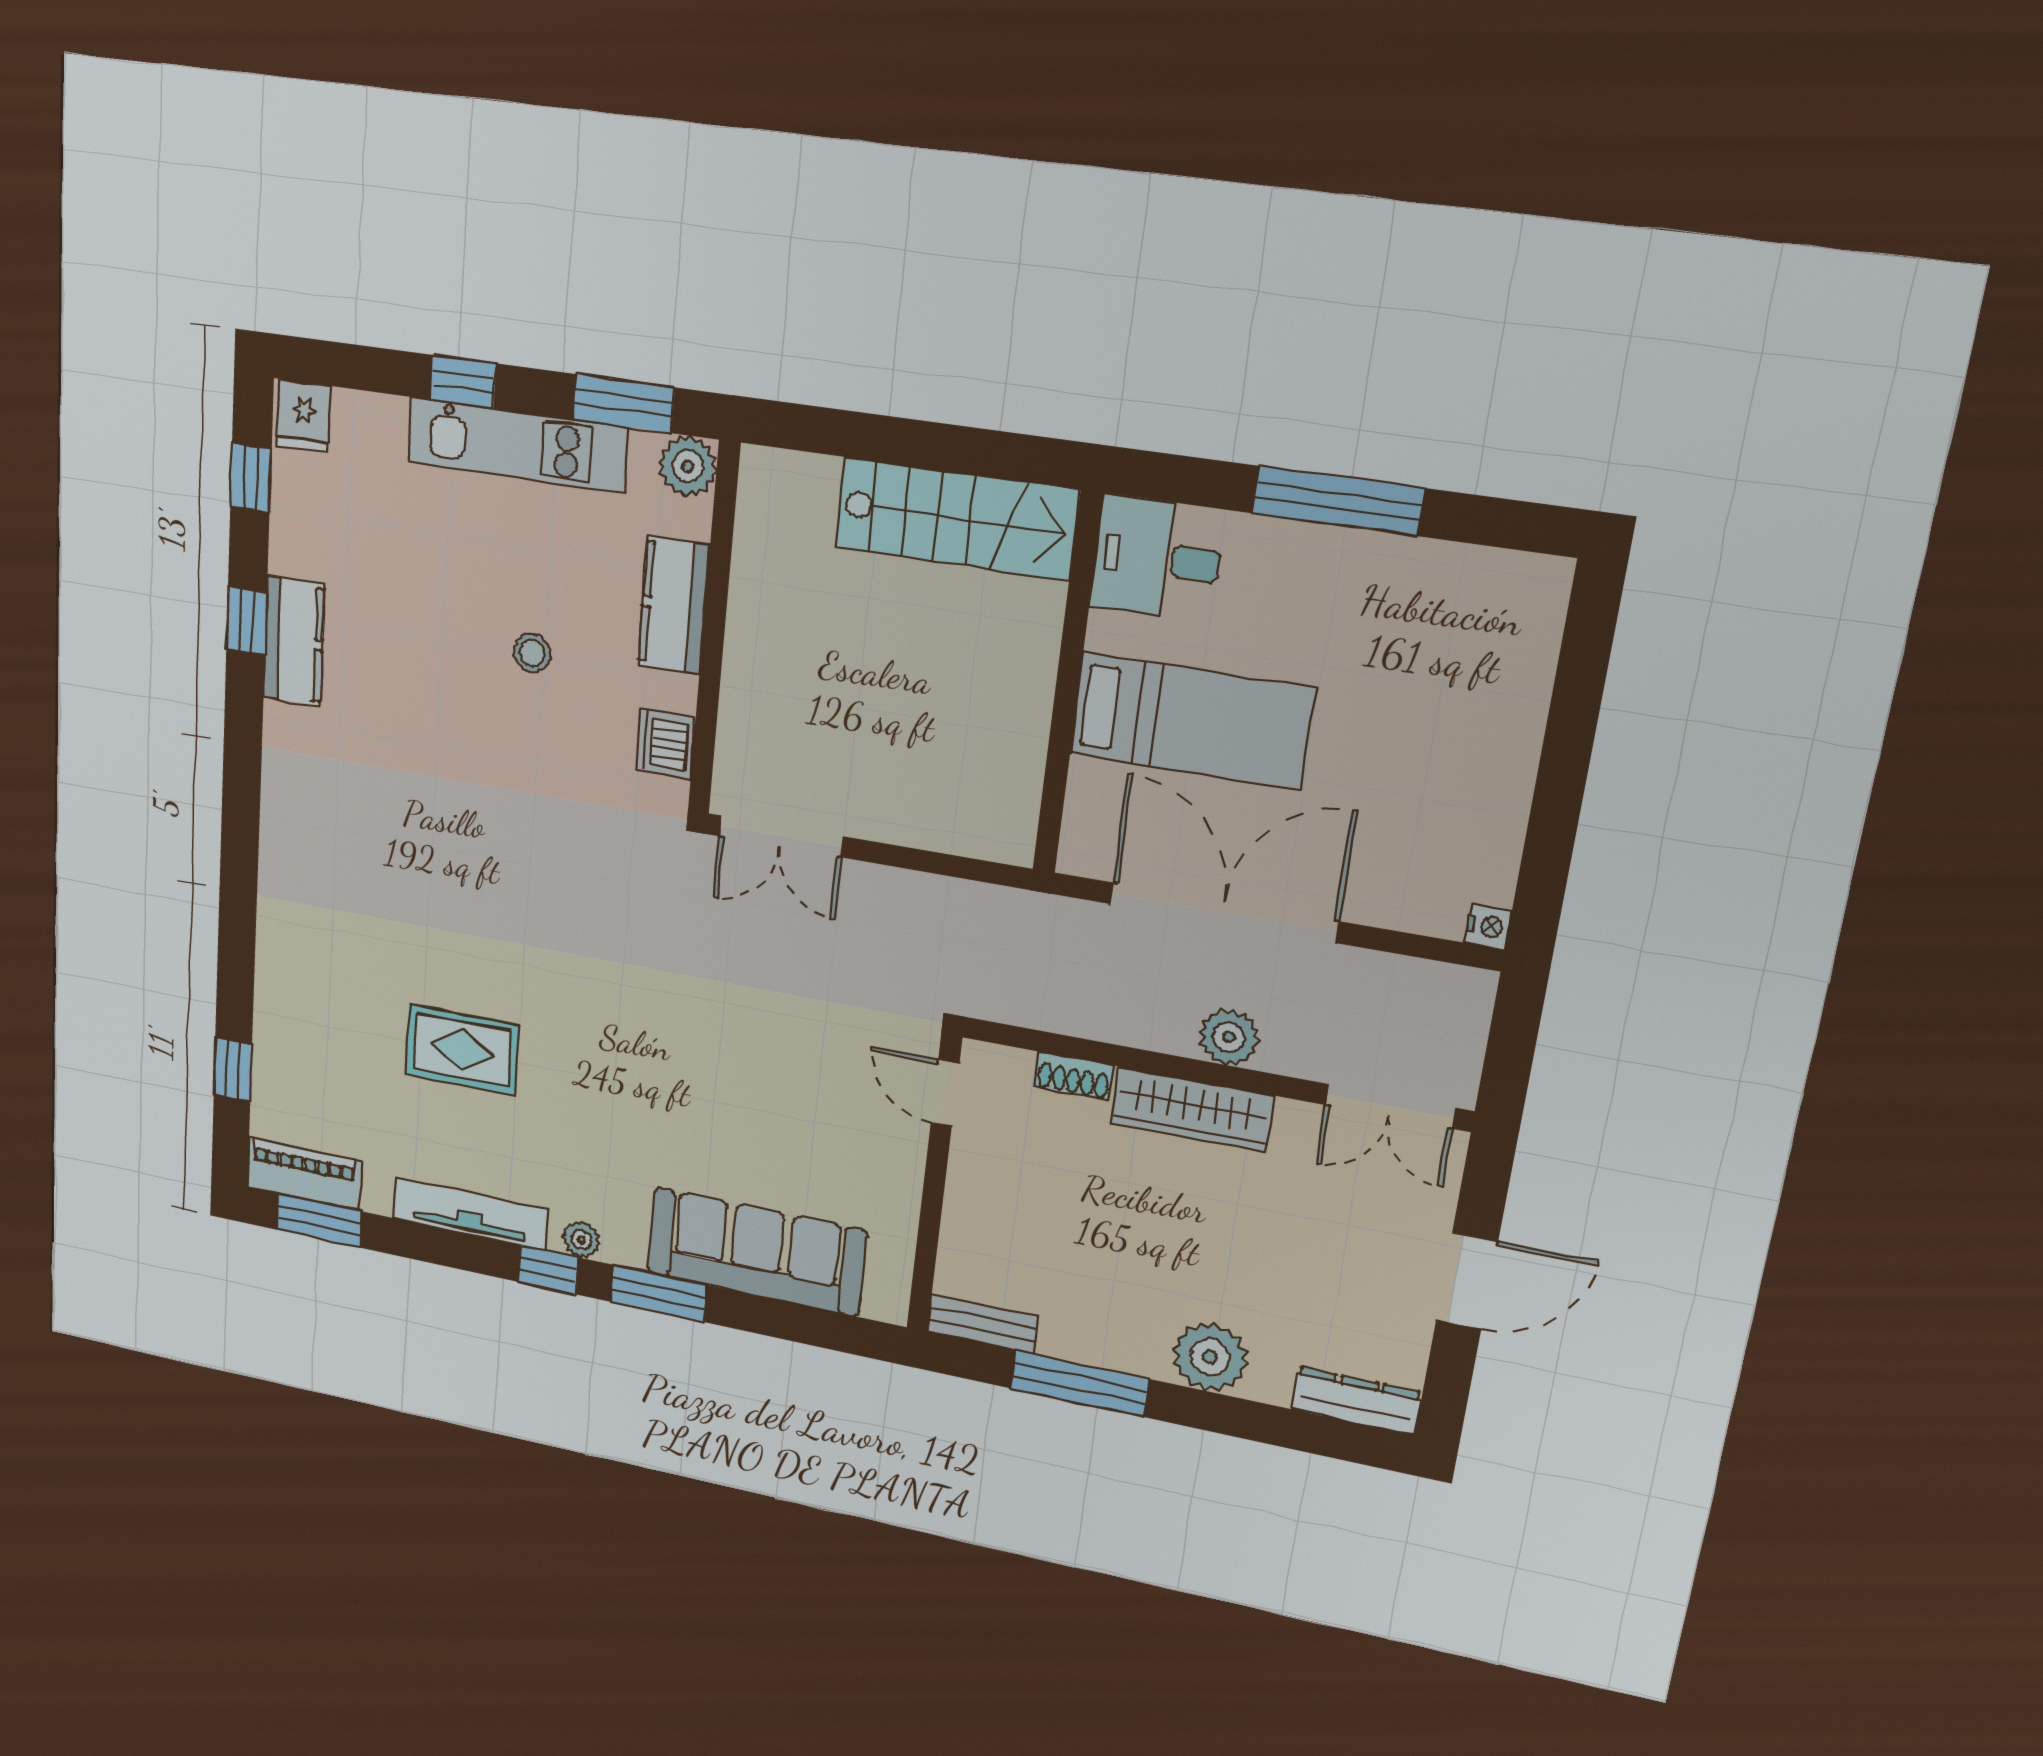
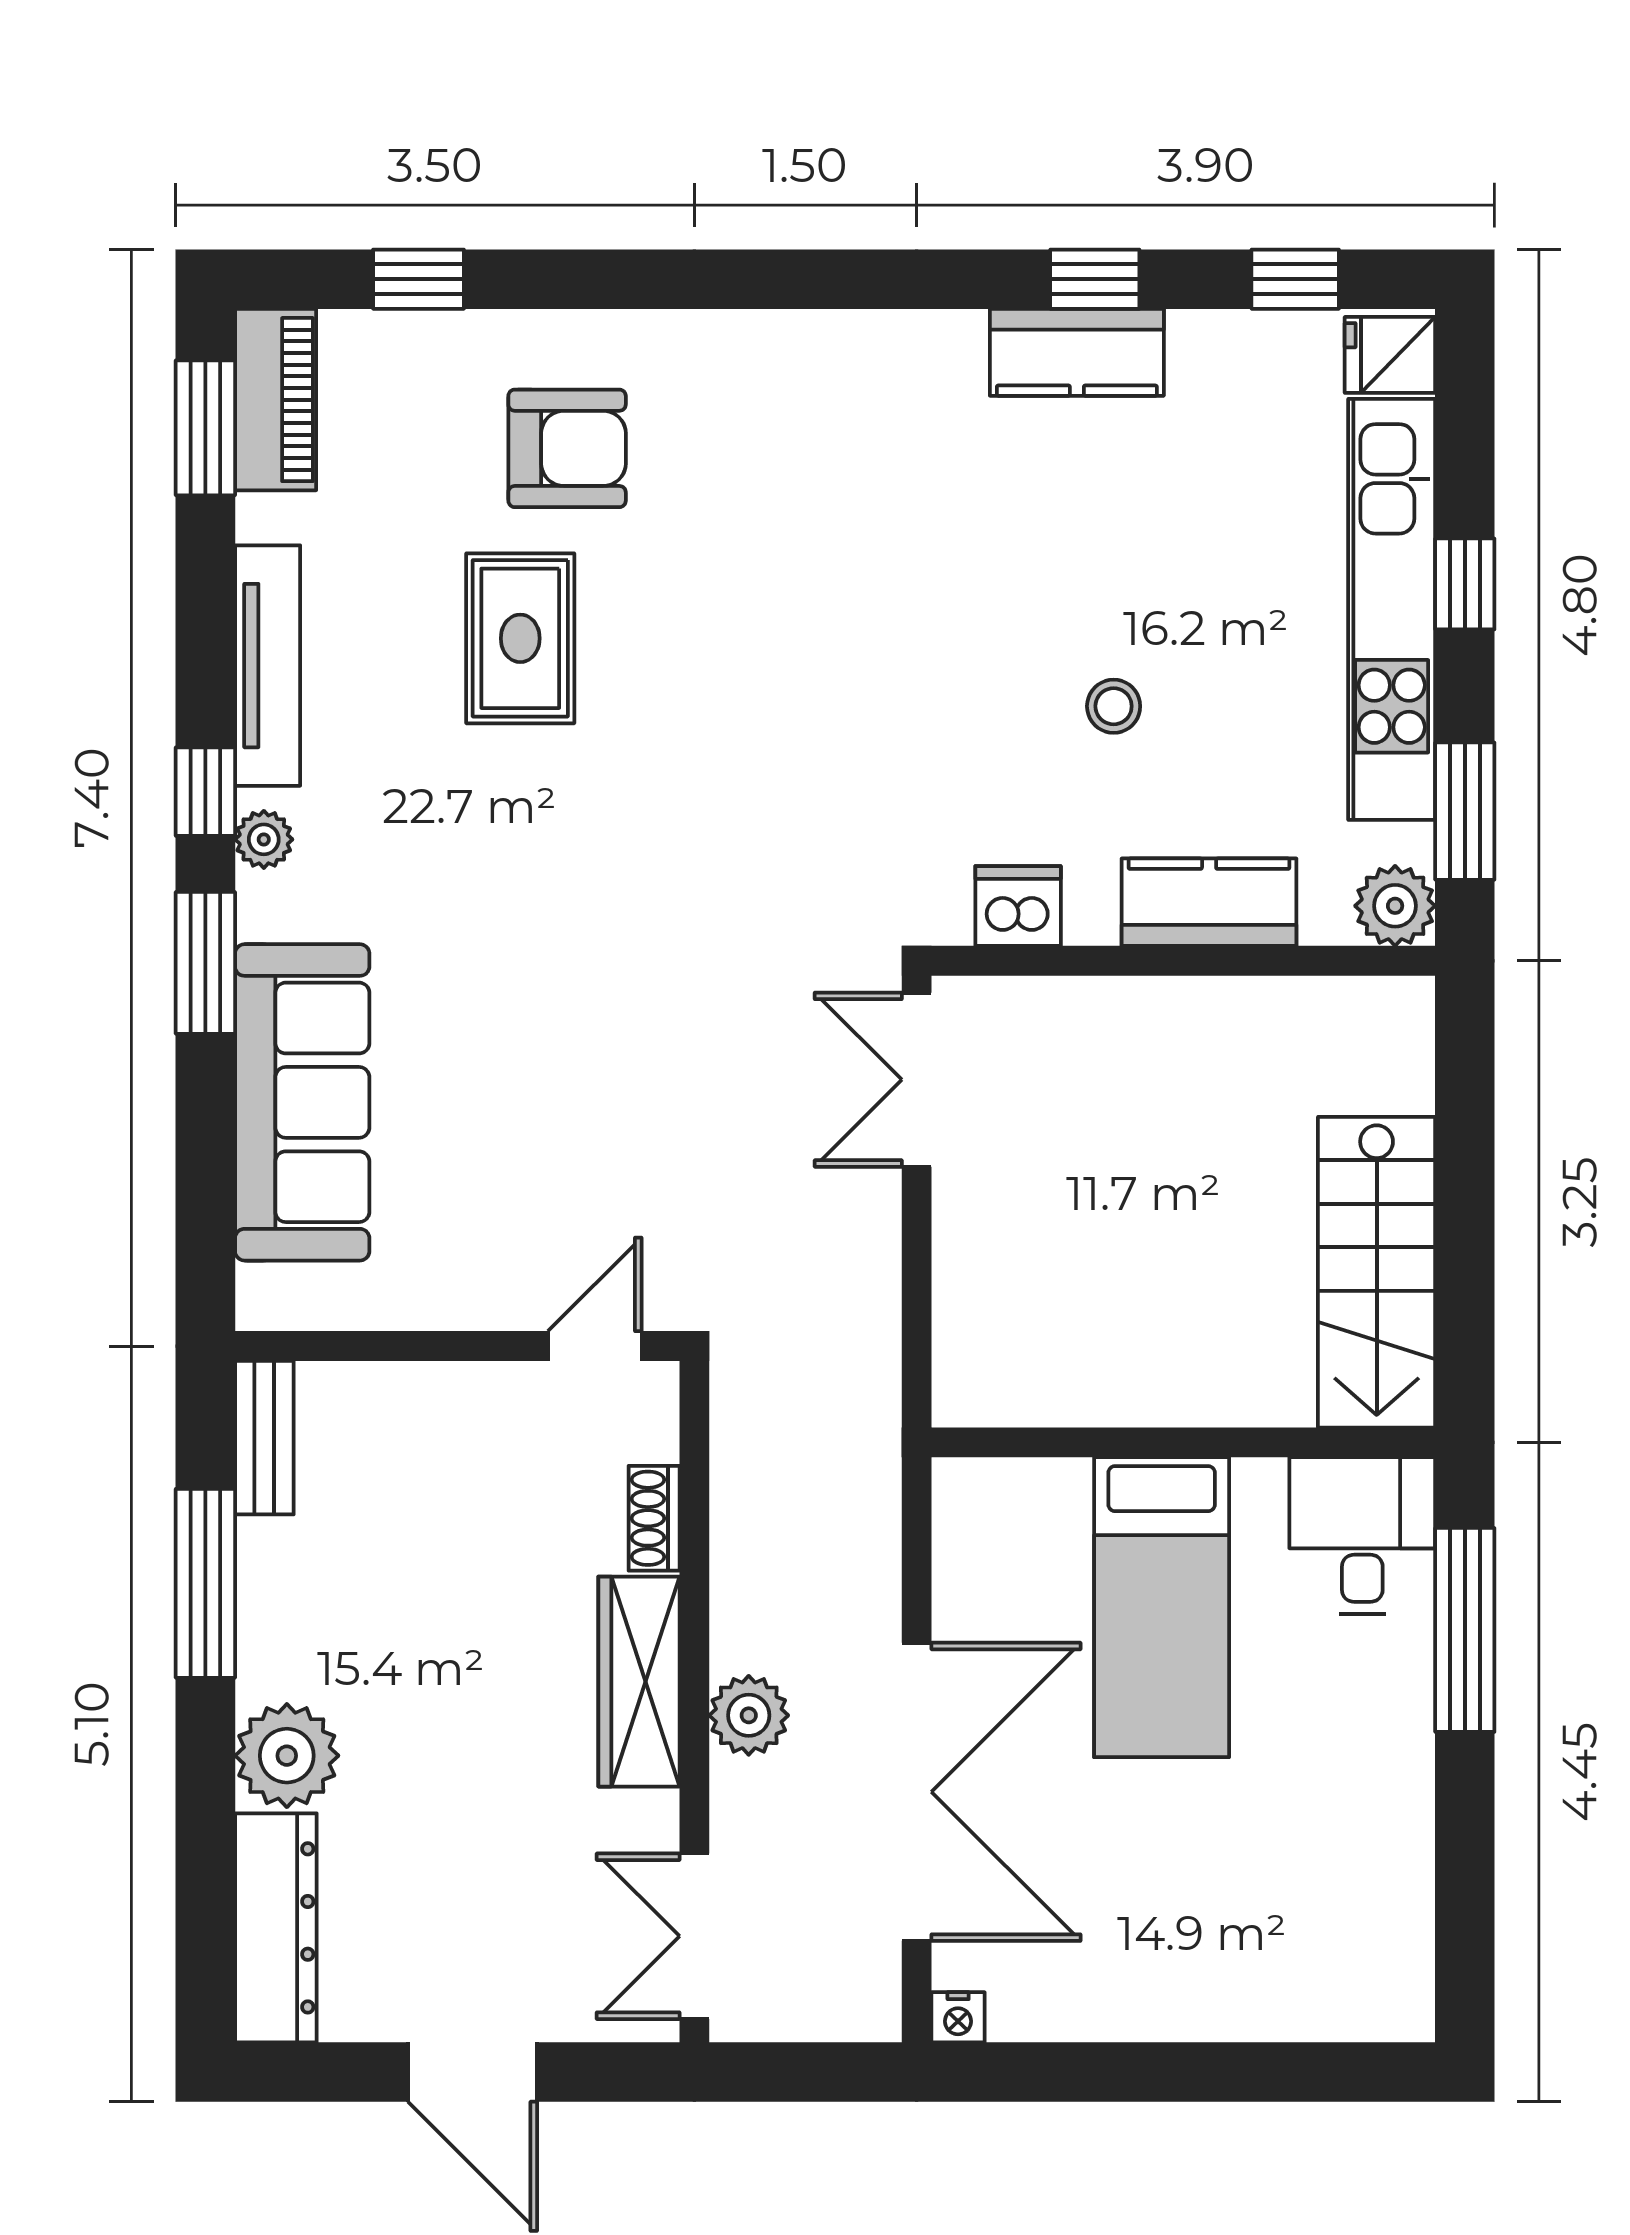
kitchen unit: (517, 445) -> (1392, 609), width x1.36
window: (1338, 501) -> (1465, 1630), moved
double door: (1223, 913) -> (917, 1792), moved
armchair: (342, 995) -> (567, 448), added
dresser: (1356, 1401) -> (276, 1928), width x1.37, depth x1.24

